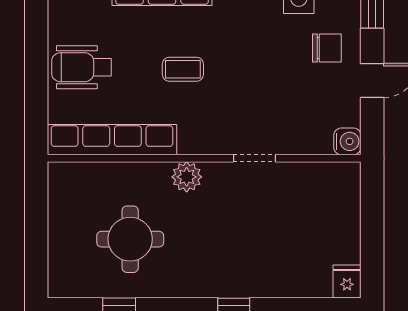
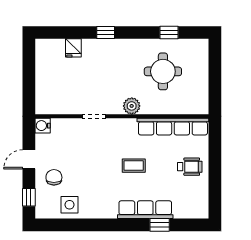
chair: (327, 48) -> (54, 177), turned 90
wheelchair: (82, 67) -> (190, 167), width x0.73, depth x0.73
fridge: (347, 282) -> (73, 48), moved

